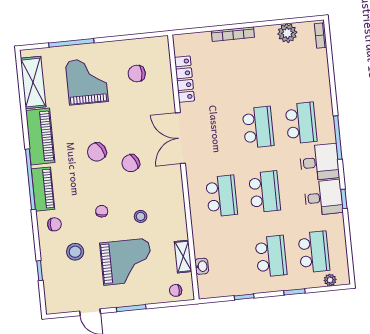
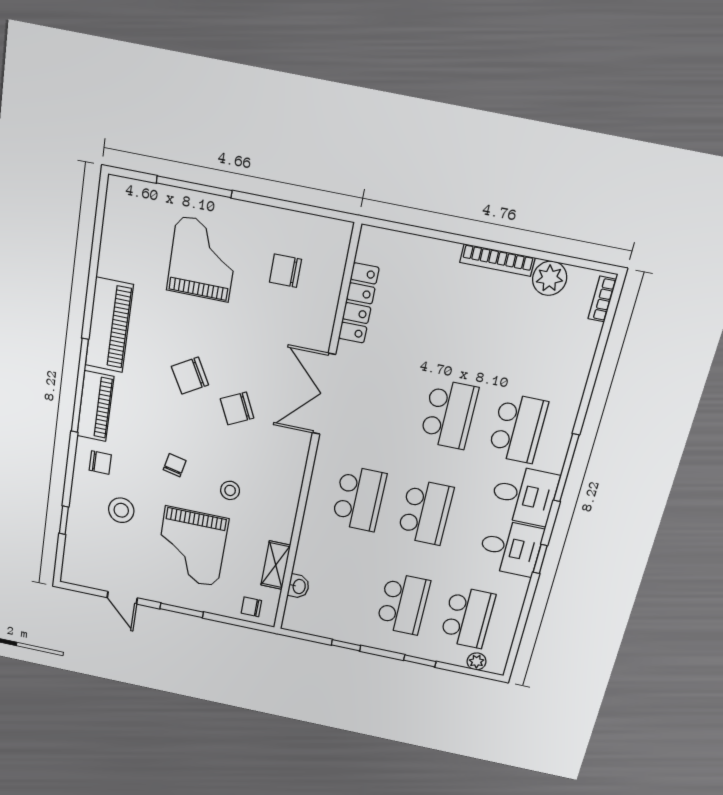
bookcase: (233, 34) -> (497, 260), moved
shelving: (33, 83) -> (117, 235), removed
grand piano: (126, 262) -> (192, 547), turned 90

